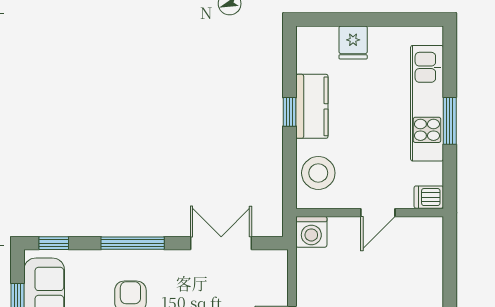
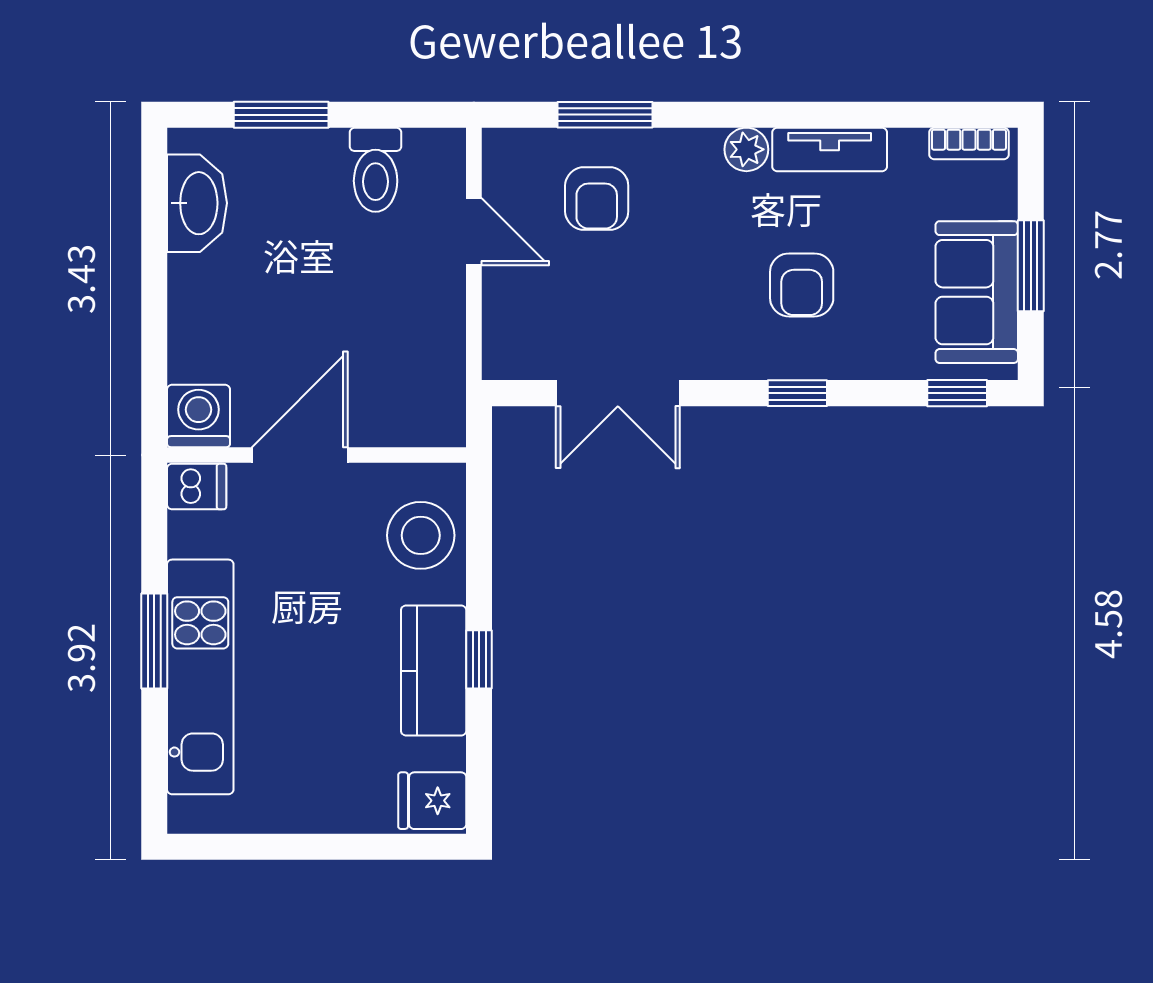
fridge: (353, 42) -> (432, 801), moved, turned -90
door: (378, 213) -> (300, 455), width x1.38
washing machine: (311, 232) -> (199, 416), moved
window: (133, 243) -> (797, 393), width x0.46

